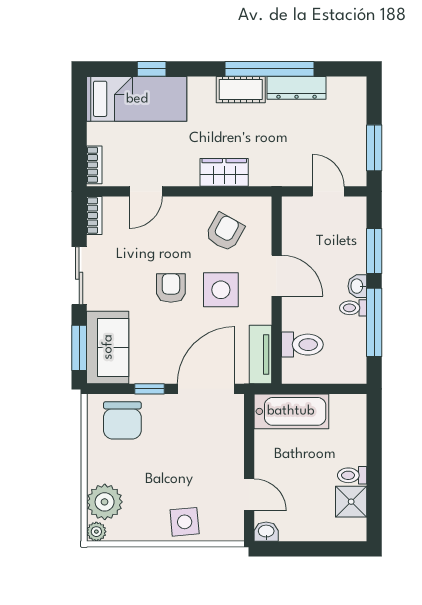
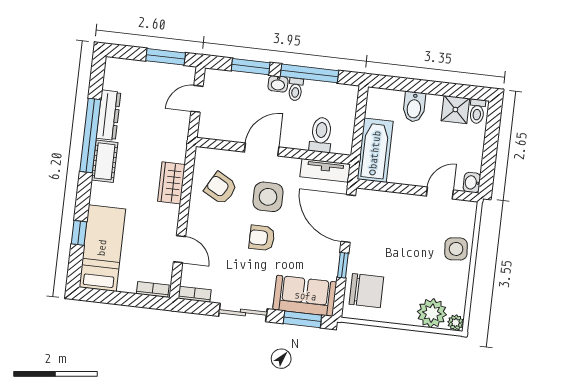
bidet: (349, 452) -> (414, 107), added
toilet: (352, 475) -> (477, 111), moved

